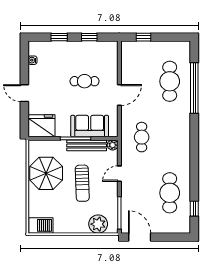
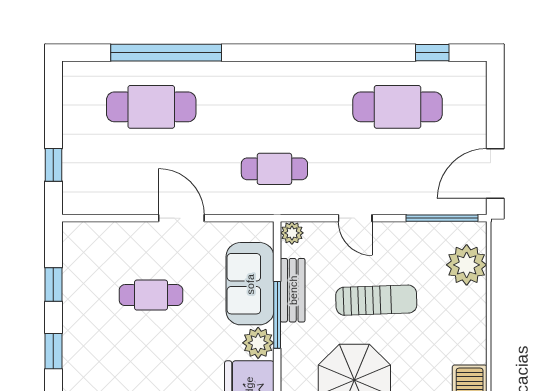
cafe table: (85, 81) -> (151, 295), turned 90
plant: (63, 130) -> (258, 343), added
bench: (87, 145) -> (293, 290), width x0.73

